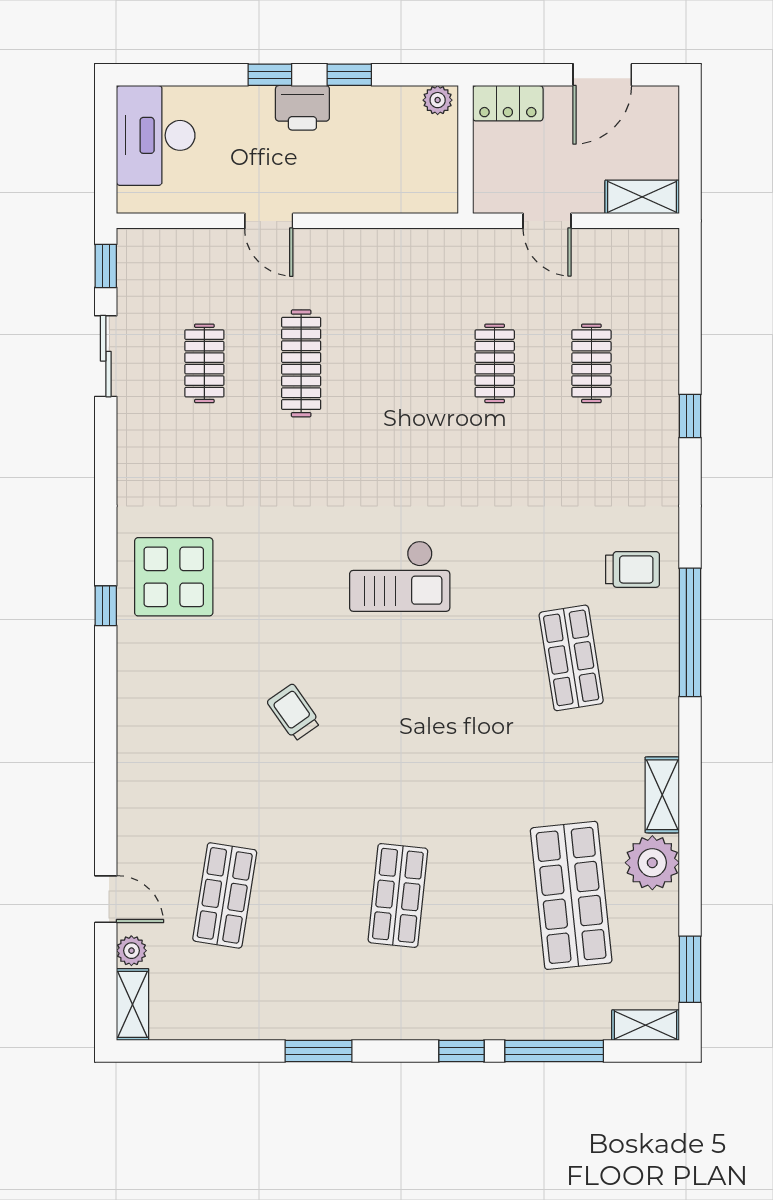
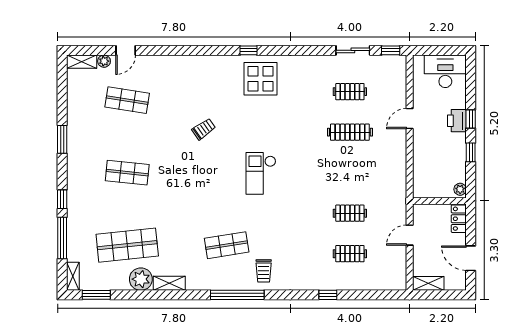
printer: (302, 108) -> (457, 121), moved
shelving: (642, 197) -> (428, 283), moved, turned 90

